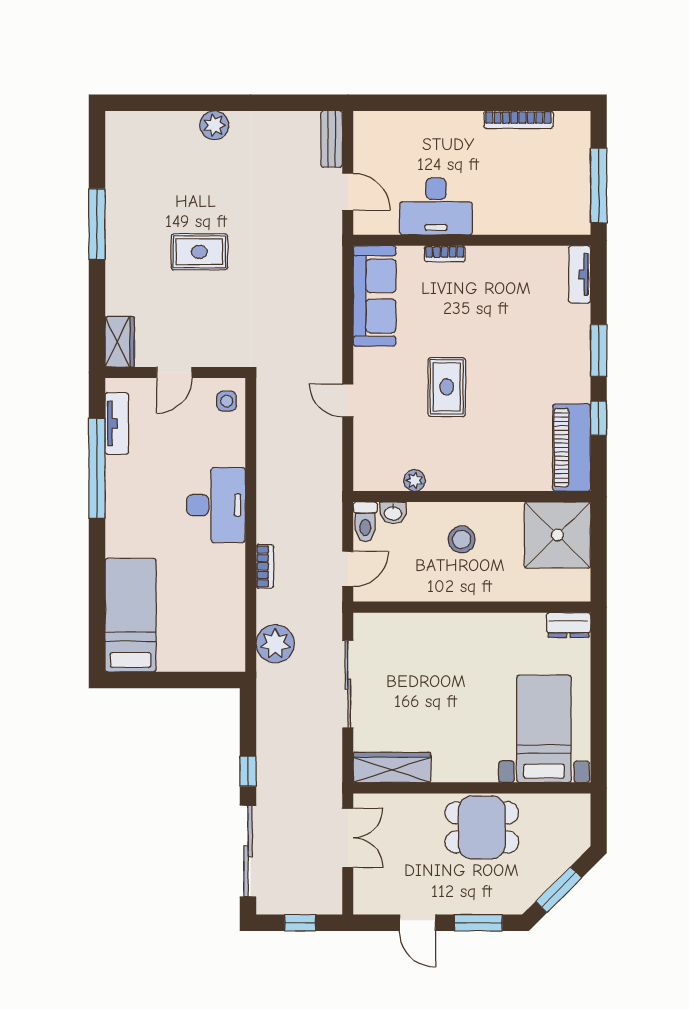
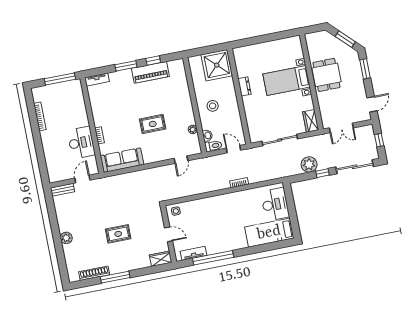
shoe rack: (116, 176) -> (94, 273), added
rug: (199, 252) -> (118, 234), turned 90
door: (348, 400) -> (181, 160), moved
piano: (572, 448) -> (150, 72), moved
desk: (216, 505) -> (275, 204), moved, turned 90
shower: (557, 535) -> (217, 65), moved
dresser: (568, 625) -> (244, 86), moved
plant: (275, 644) -> (309, 164), moved
bed with nightstands: (544, 729) -> (287, 81), moved
wardrobe: (392, 767) -> (311, 121), width x0.67
double door: (348, 838) -> (341, 128), swing flipped
door: (417, 923) -> (372, 104), moved

